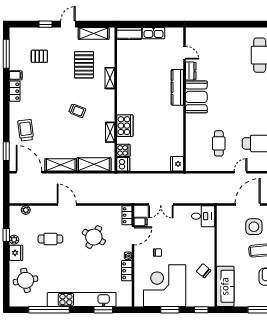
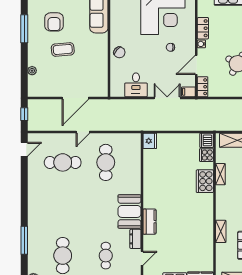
door: (184, 53) -> (142, 258), swing flipped
cafe table: (219, 55) -> (106, 256), added
kitchen counter: (177, 87) -> (149, 222), width x0.67
cafe table: (219, 143) -> (106, 162), width x1.37, depth x1.35
desk: (203, 216) -> (136, 85), moved, turned -90
filing cabinet: (140, 222) -> (188, 92), moved
side table: (254, 227) -> (69, 75), removed
chair: (204, 271) -> (119, 52), moved

